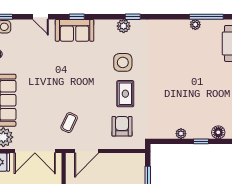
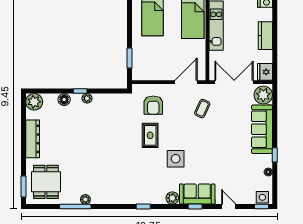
plant: (124, 26) -> (172, 198), moved
side table: (123, 62) -> (176, 159), moved
plant: (181, 134) -> (87, 98), moved

